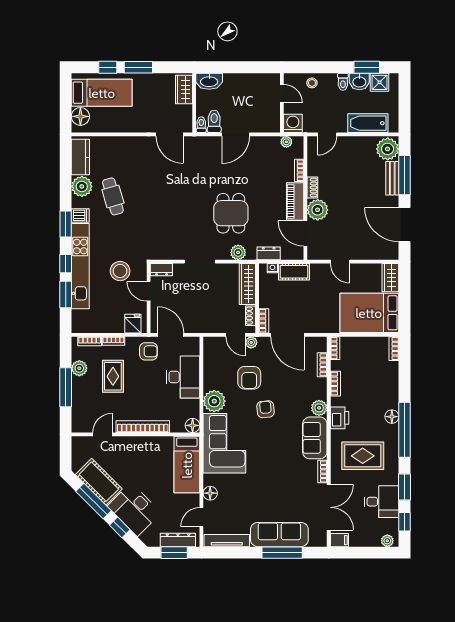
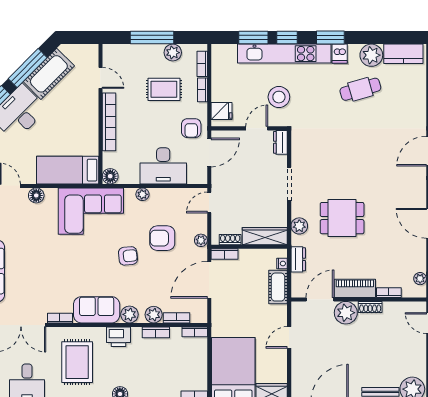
door: (235, 335) -> (209, 202), moved
plant: (319, 386) -> (154, 315), added
plant: (214, 401) -> (142, 194), width x0.53, depth x0.53

